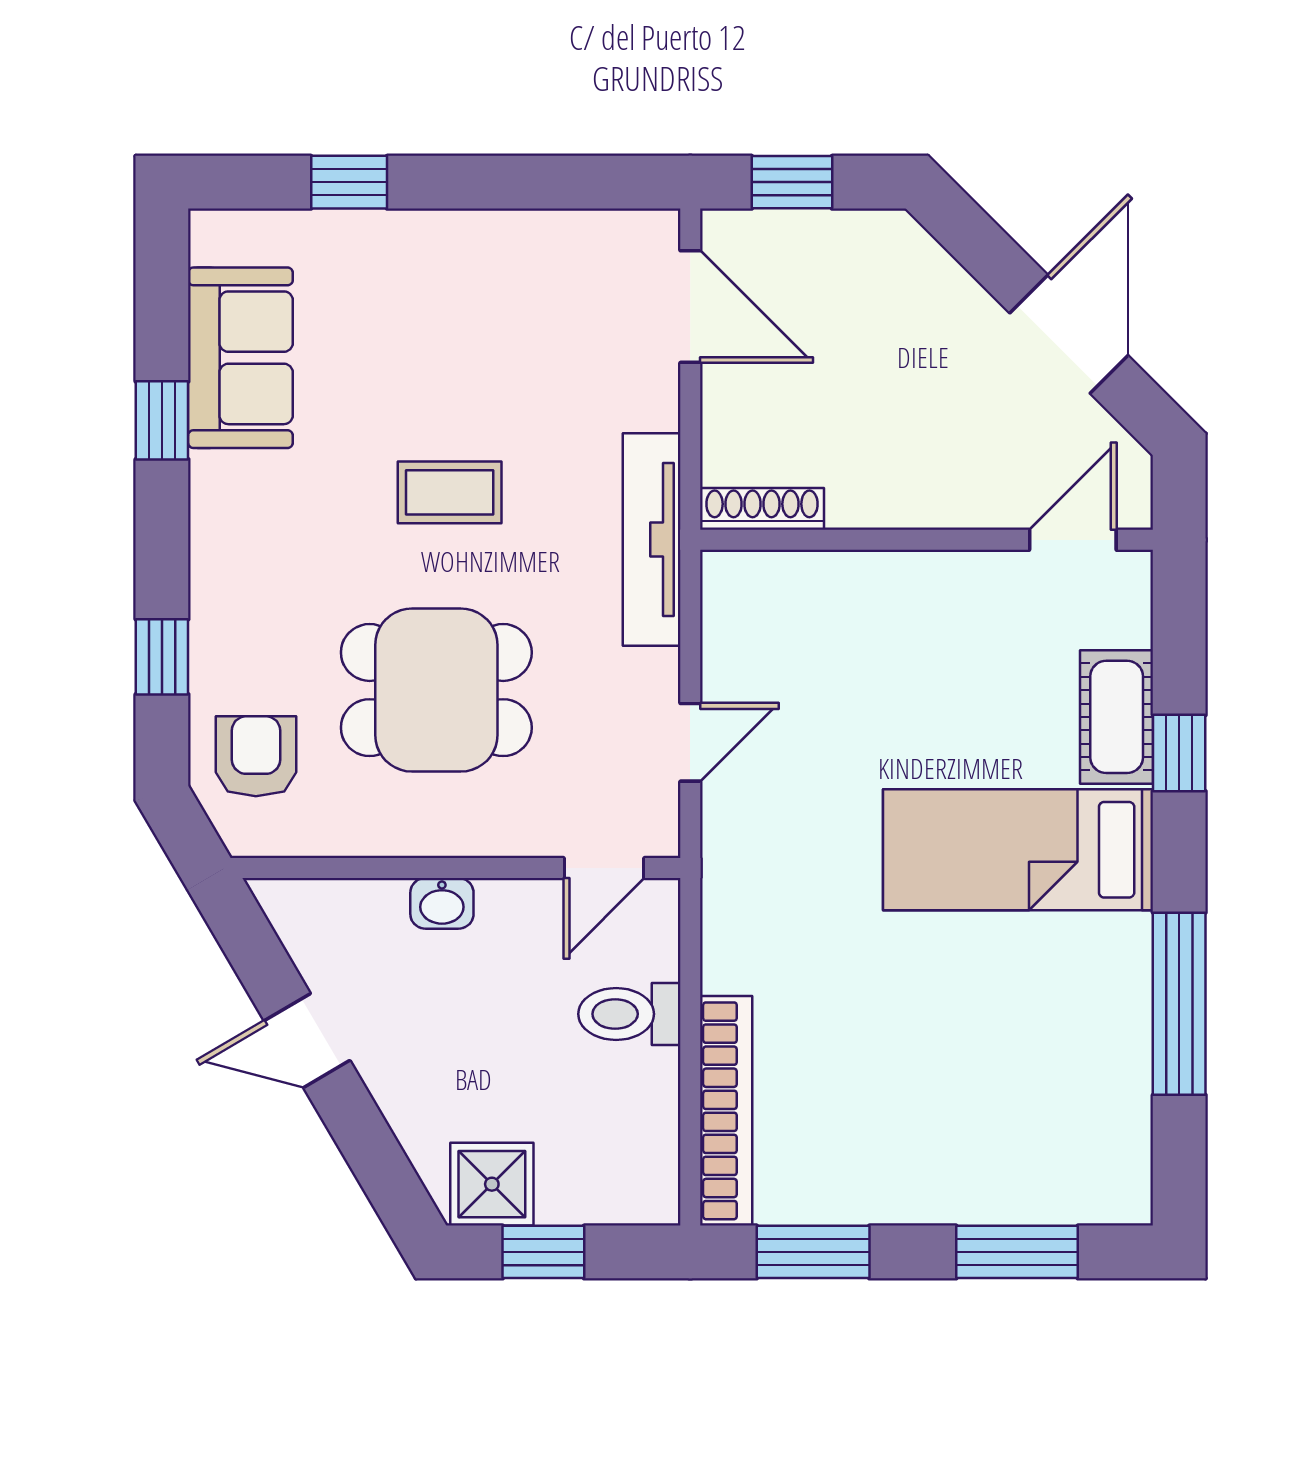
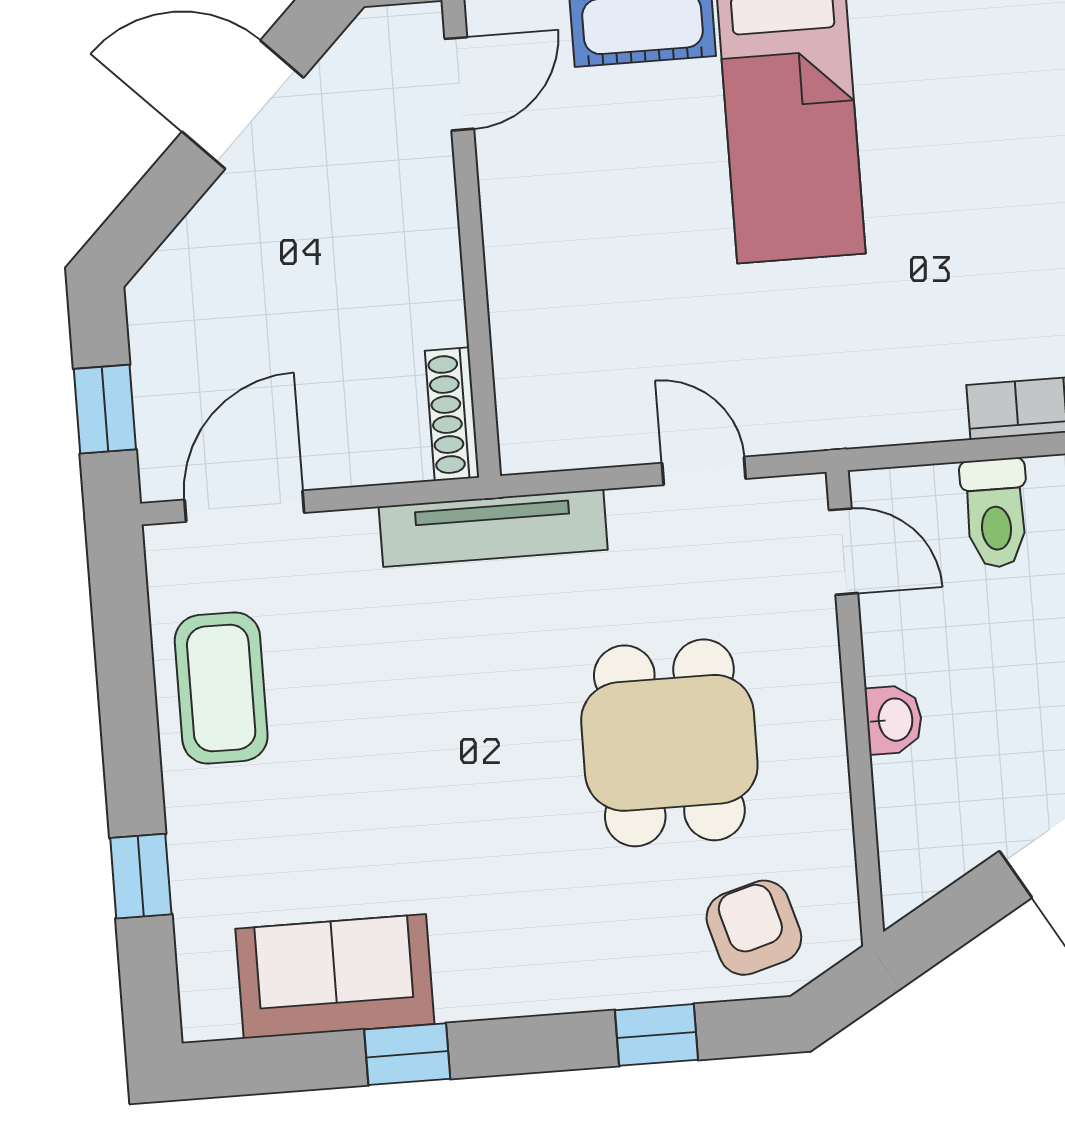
coffee table: (450, 492) -> (221, 688), moved, width x1.36, depth x1.30
door: (1073, 540) -> (459, 84), swing flipped
armchair: (256, 756) -> (754, 928), turned 74

